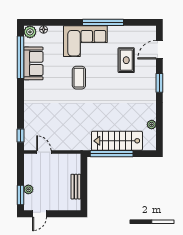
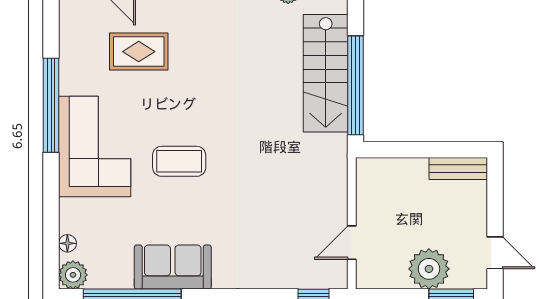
sofa: (33, 63) -> (173, 267), moved
bench: (76, 187) -> (458, 168), moved
plant: (28, 189) -> (429, 269), width x1.88, depth x1.88

